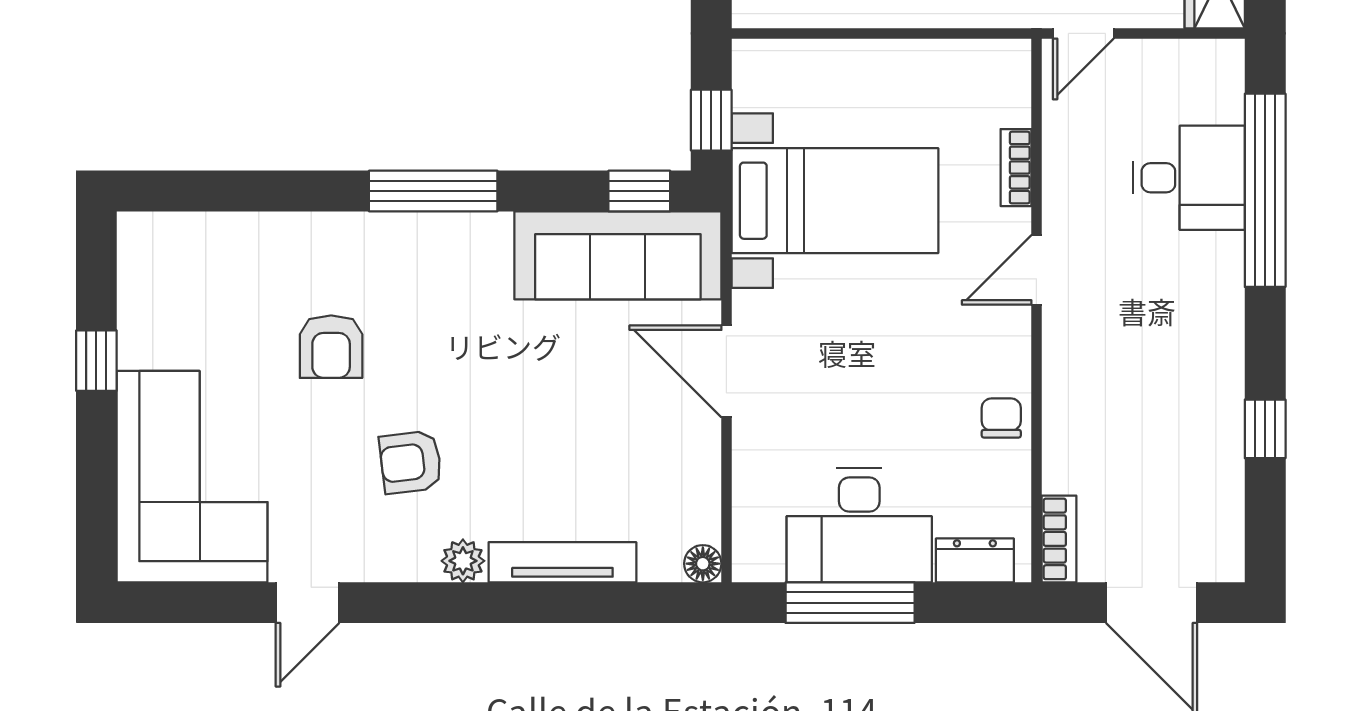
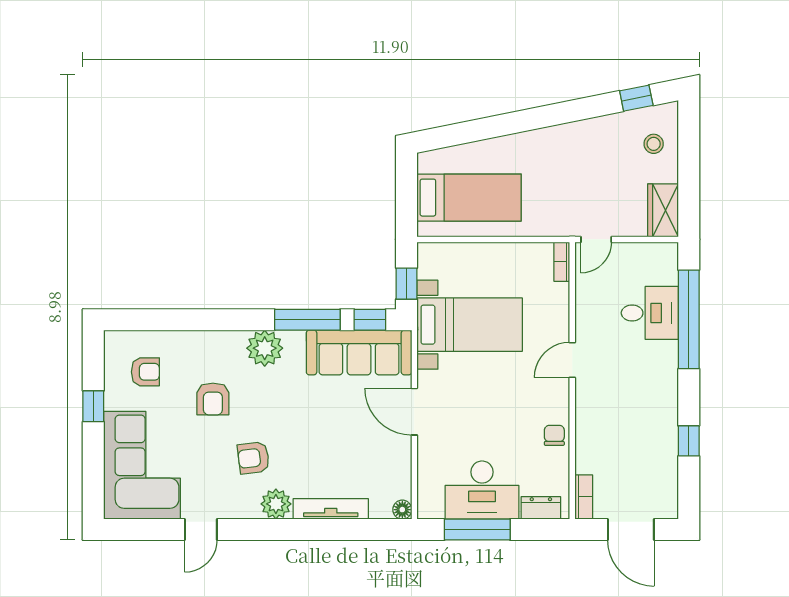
bookcase: (1016, 168) -> (562, 262), moved
window: (433, 191) -> (307, 320), moved
plant: (433, 247) -> (265, 348), added
armchair: (199, 293) -> (145, 372), added
plant: (463, 561) -> (276, 504), width x1.38, depth x1.38

